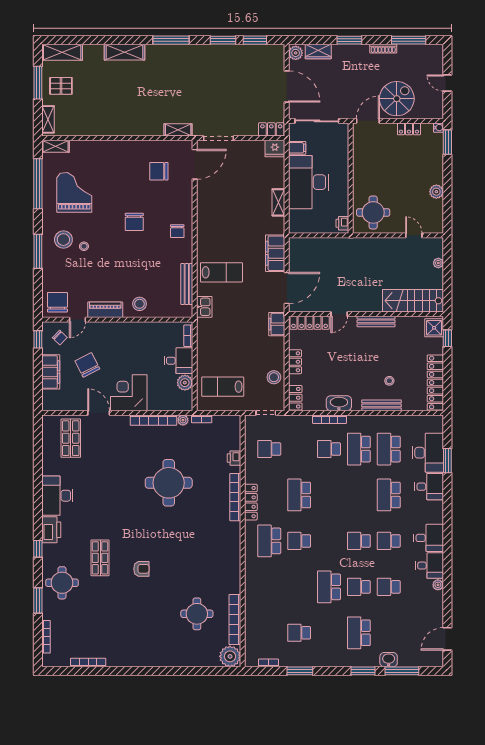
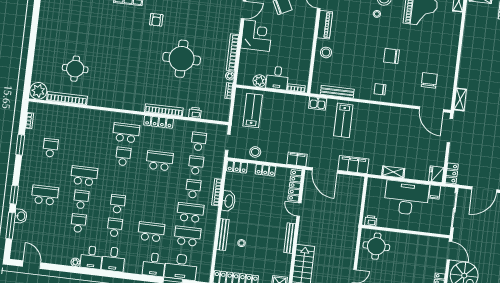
school desk: (299, 449) -> (196, 165), added
armchair: (141, 569) -> (156, 20), moved

